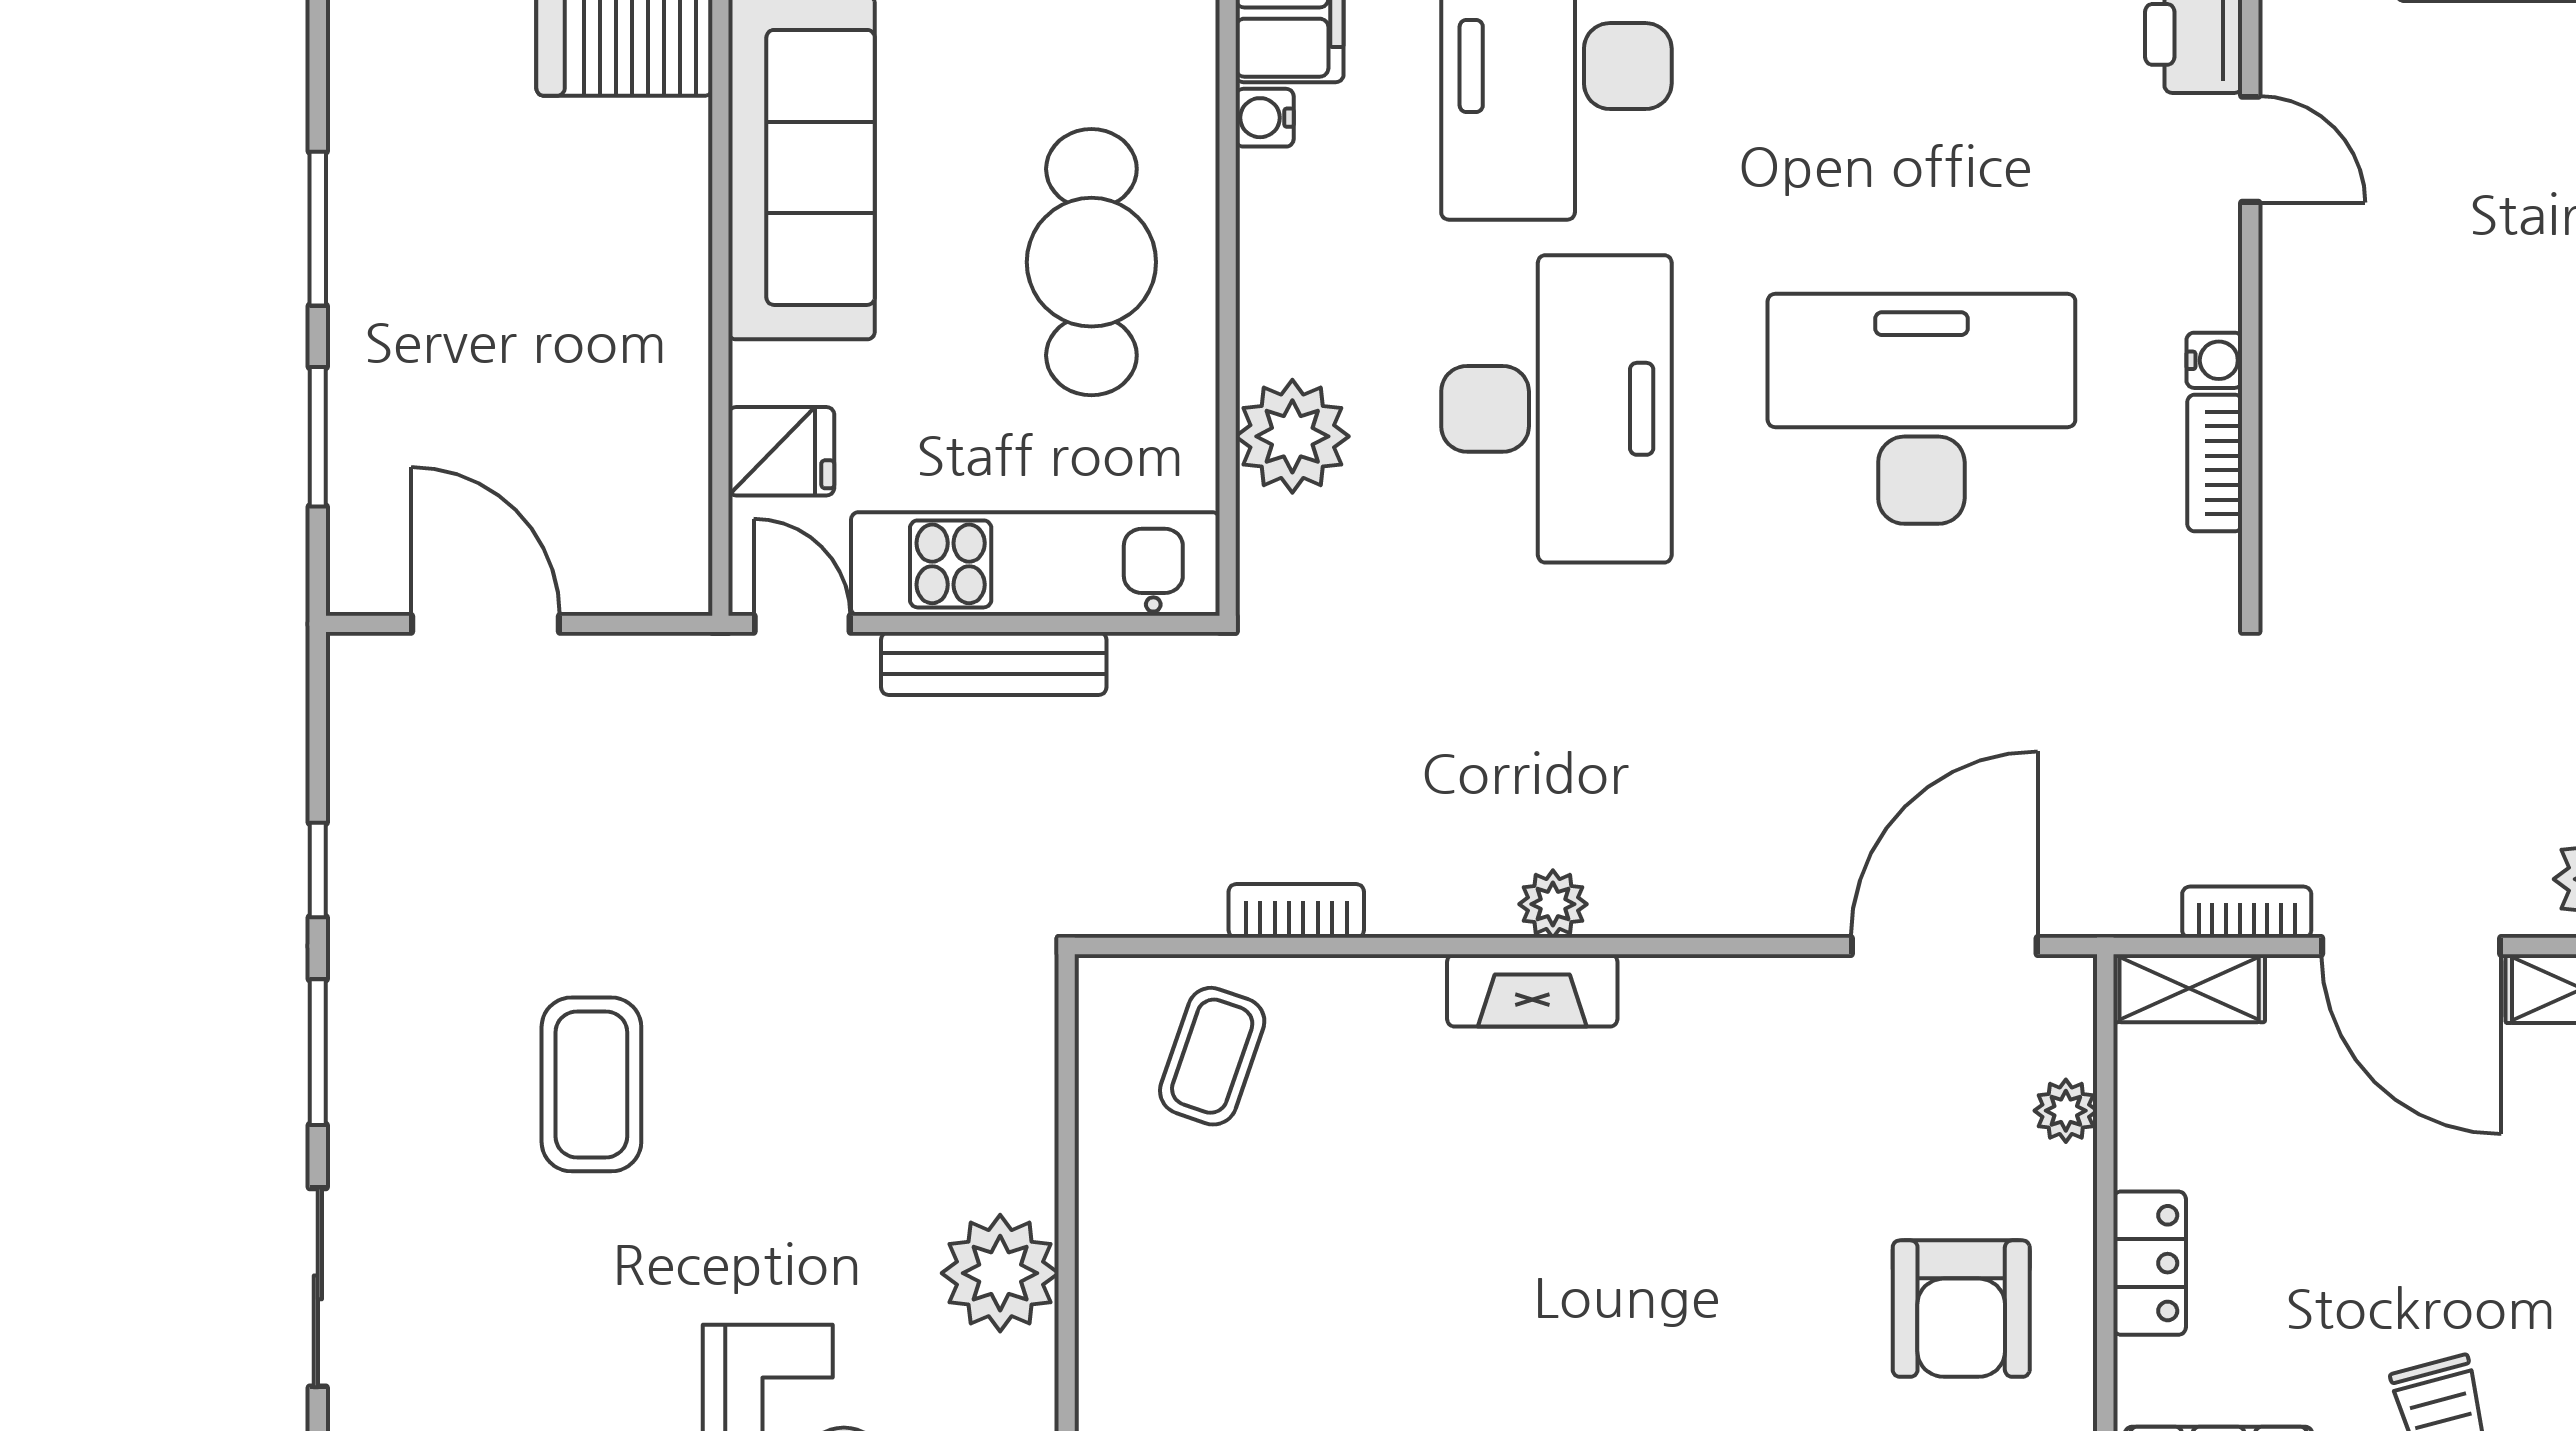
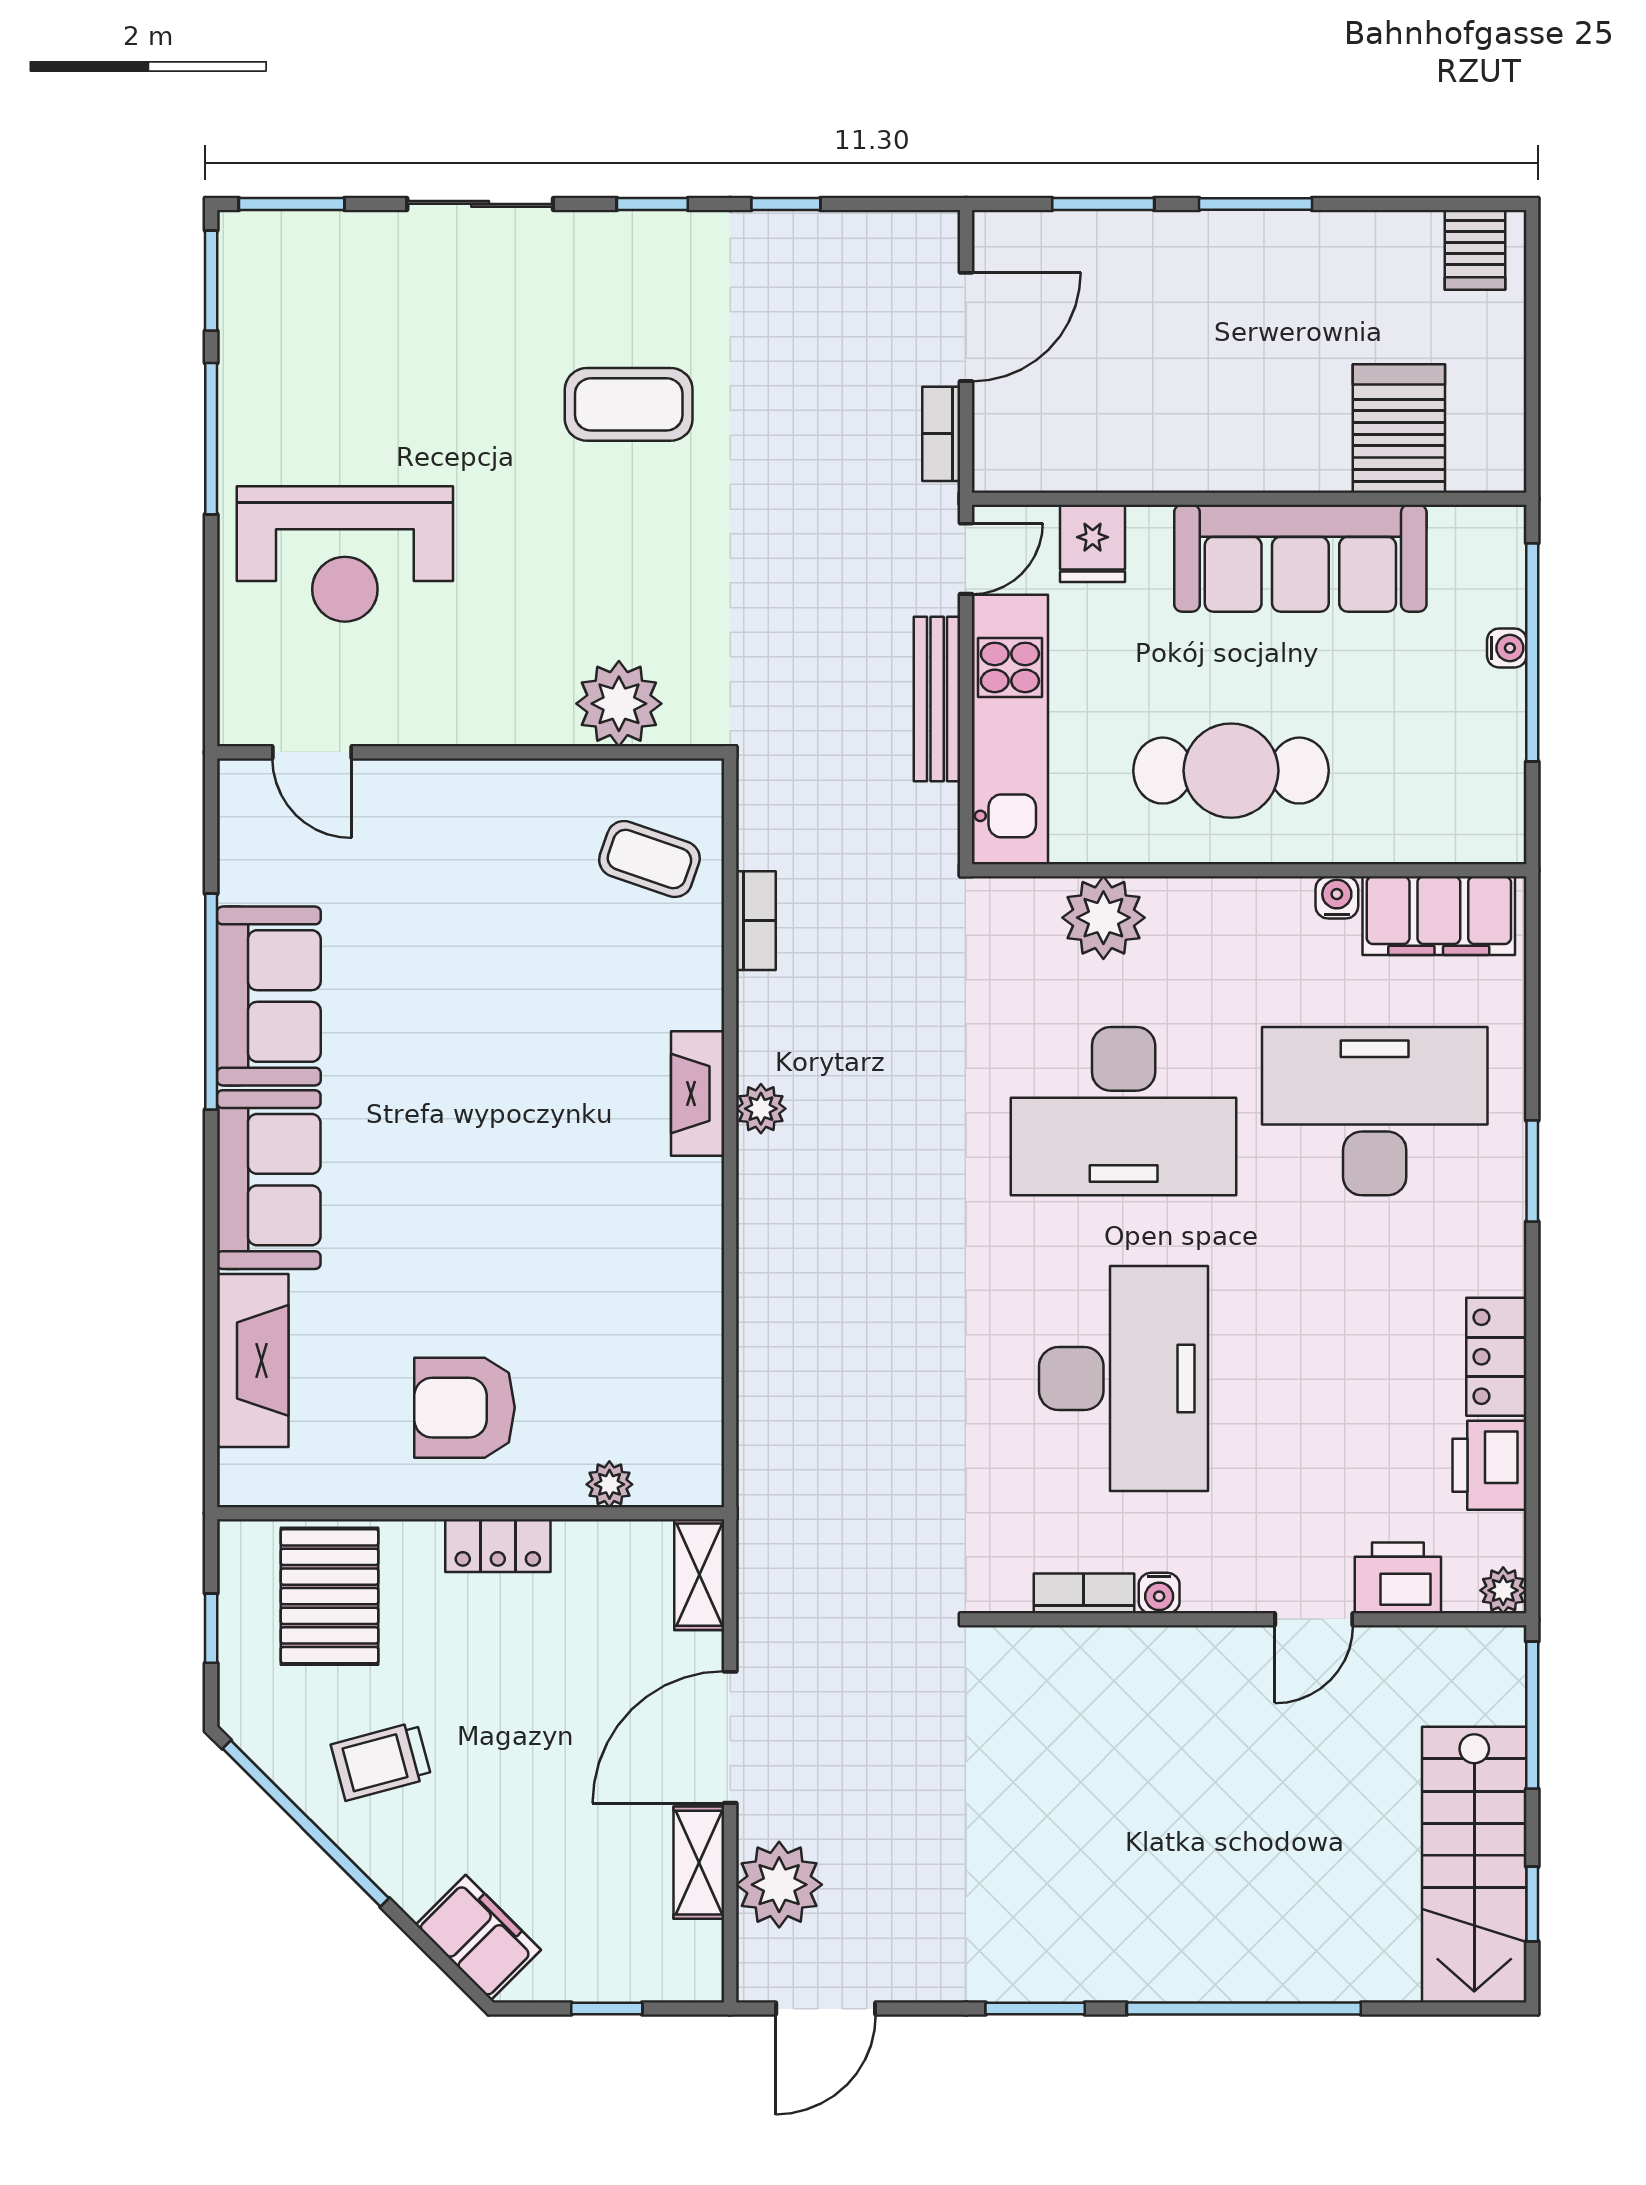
bookcase: (2247, 912) -> (941, 434), moved, turned 180
door: (1944, 946) -> (730, 1395), removed
window: (318, 1052) -> (652, 204), width x0.67
plant: (1000, 1273) -> (619, 704), moved

